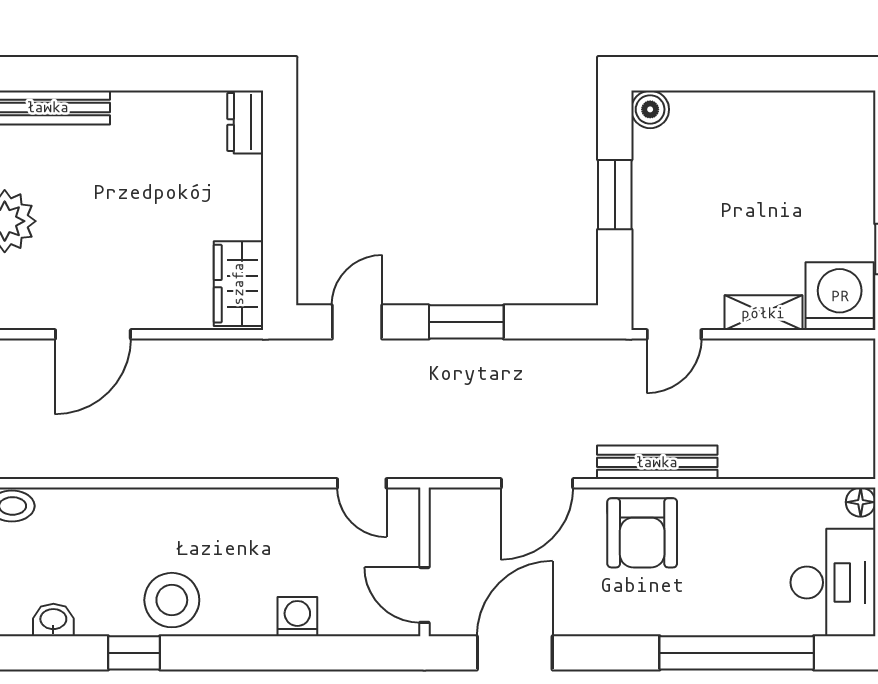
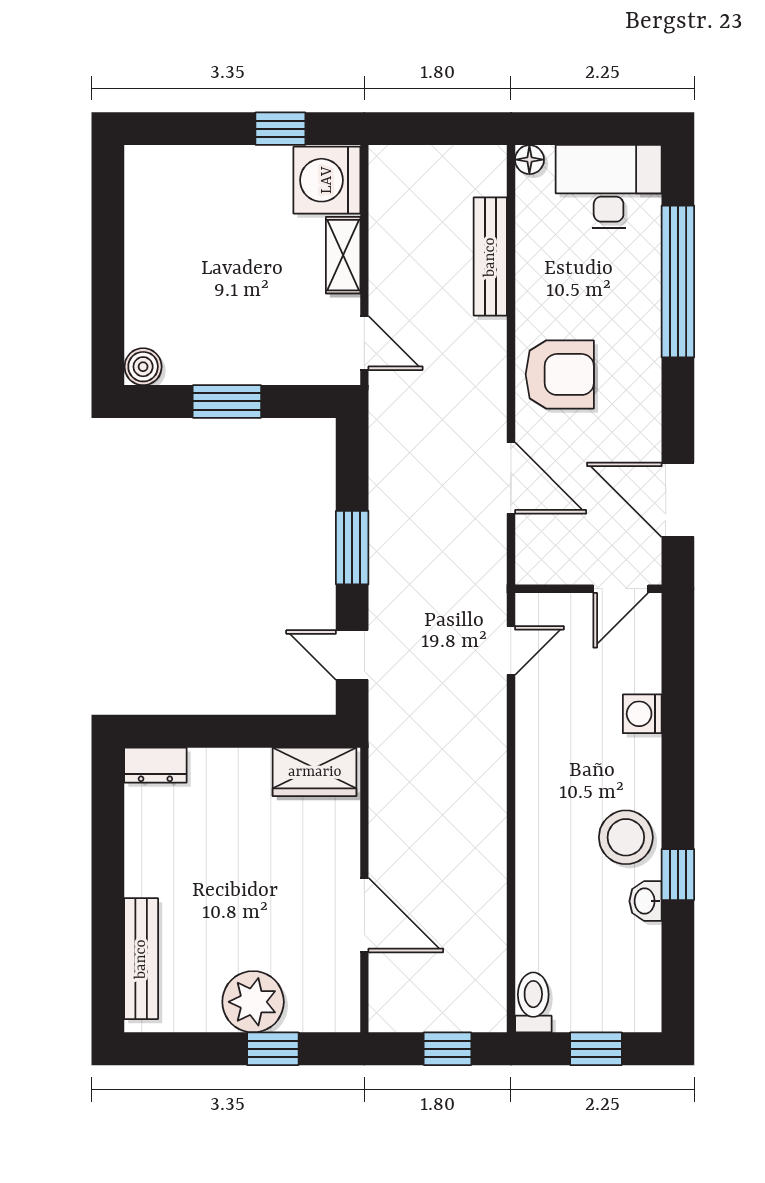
bench: (657, 462) -> (490, 257), moved
washbasin: (53, 620) -> (646, 901), moved

